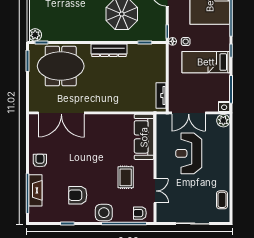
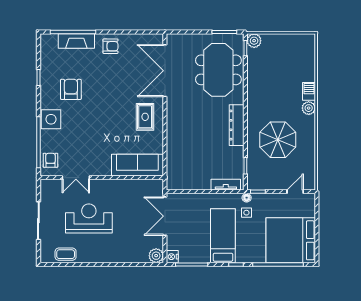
tv unit: (161, 96) -> (226, 185), moved
reception desk: (189, 153) -> (89, 219), moved
rug: (126, 177) -> (145, 117), moved, turned 90

